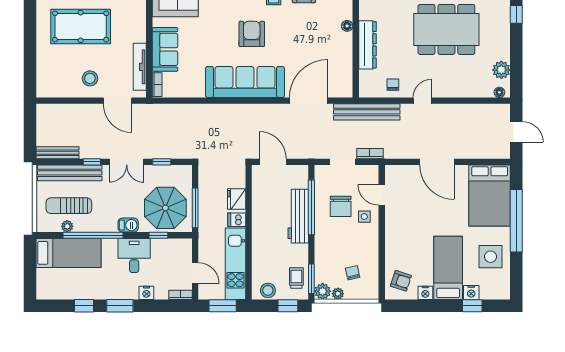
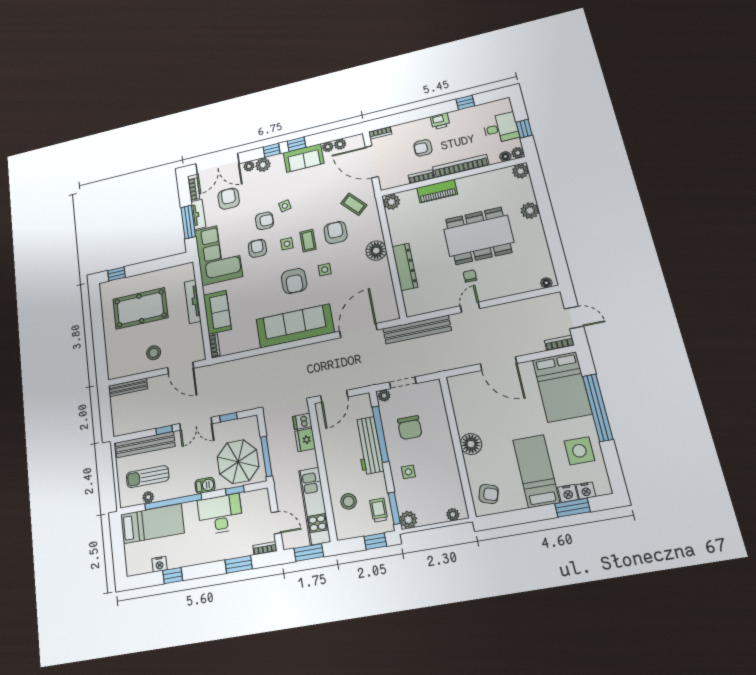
window: (516, 14) -> (545, 207), removed
floor lamp: (347, 26) -> (376, 251), width x1.89, depth x1.89
side table: (286, 29) -> (325, 270), added
armchair: (252, 34) -> (294, 281), turned 180
tv unit: (140, 67) -> (193, 302), moved
plant: (501, 70) -> (530, 211), moved
chair: (393, 85) -> (470, 276), moved
bench: (57, 153) -> (128, 387), moved
bookcase: (370, 154) -> (559, 343), moved
door: (273, 162) -> (334, 396), swing flipped
plant: (322, 171) -> (384, 396), added
door: (382, 195) -> (449, 408), removed
side table: (364, 217) -> (408, 472), moved
dishwasher: (237, 220) -> (302, 421), moved
floor lamp: (395, 233) -> (471, 444), added
desk: (134, 256) -> (220, 514), width x1.37
chair: (353, 273) -> (436, 494), removed
stool: (268, 290) -> (349, 501), moved
nightstand: (146, 293) -> (159, 564), moved
nightstand: (425, 293) -> (586, 491), moved
plant: (338, 294) -> (453, 515), moved
window: (120, 306) -> (239, 564), moved
window: (472, 306) -> (573, 508), width x1.50

